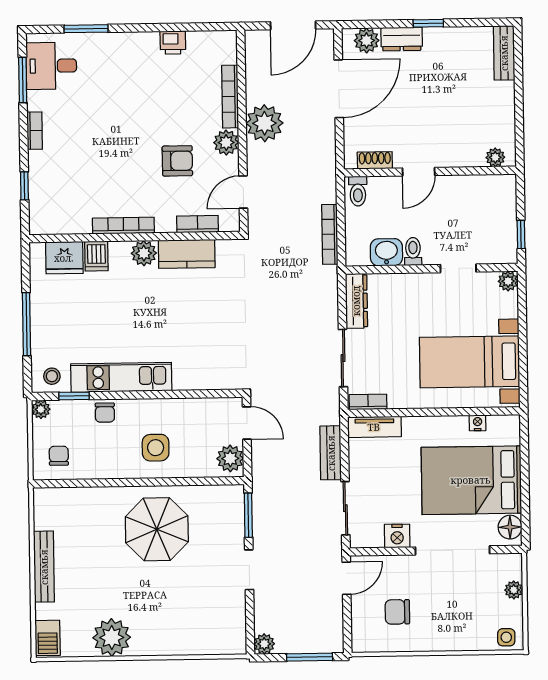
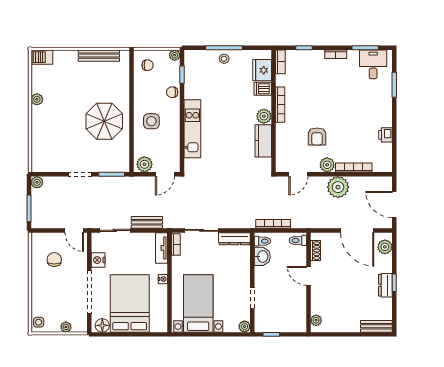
dresser: (402, 39) -> (385, 285), moved
door: (243, 192) -> (298, 174), swing flipped
bookcase: (197, 224) -> (280, 62), moved
toilet: (413, 251) -> (262, 241), moved
stool: (52, 376) -> (224, 59), moved
kitchen unit: (121, 377) -> (192, 129), moved
nightstand: (478, 423) -> (163, 279), moved
bench: (44, 567) -> (99, 56), moved
plant: (112, 637) -> (37, 99), width x0.53, depth x0.53

